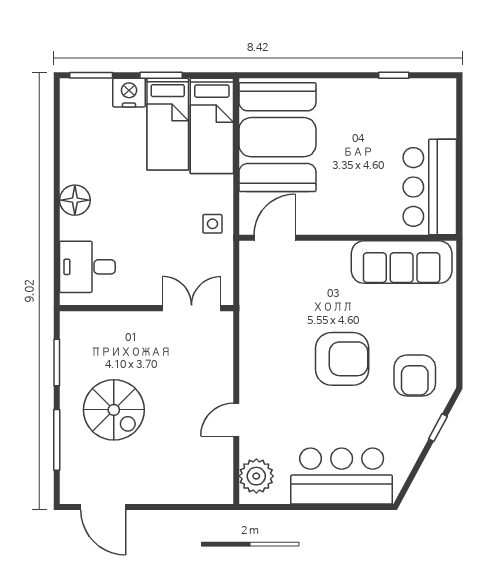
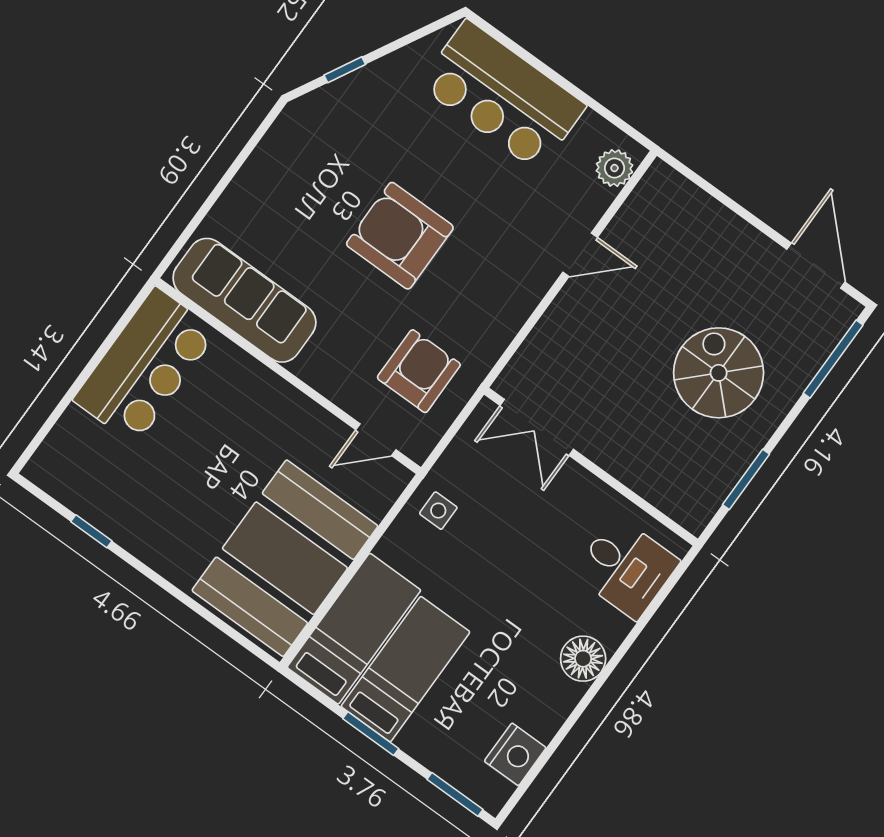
nightstand: (129, 93) -> (515, 754), moved, turned -90
door: (275, 238) -> (376, 440), width x0.73
armchair: (415, 375) -> (419, 371), moved
window: (57, 440) -> (833, 359), moved
plant: (256, 476) -> (614, 168), width x0.73, depth x0.73

